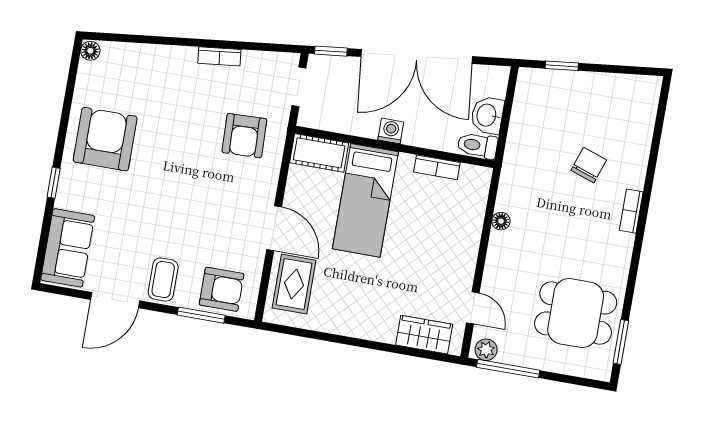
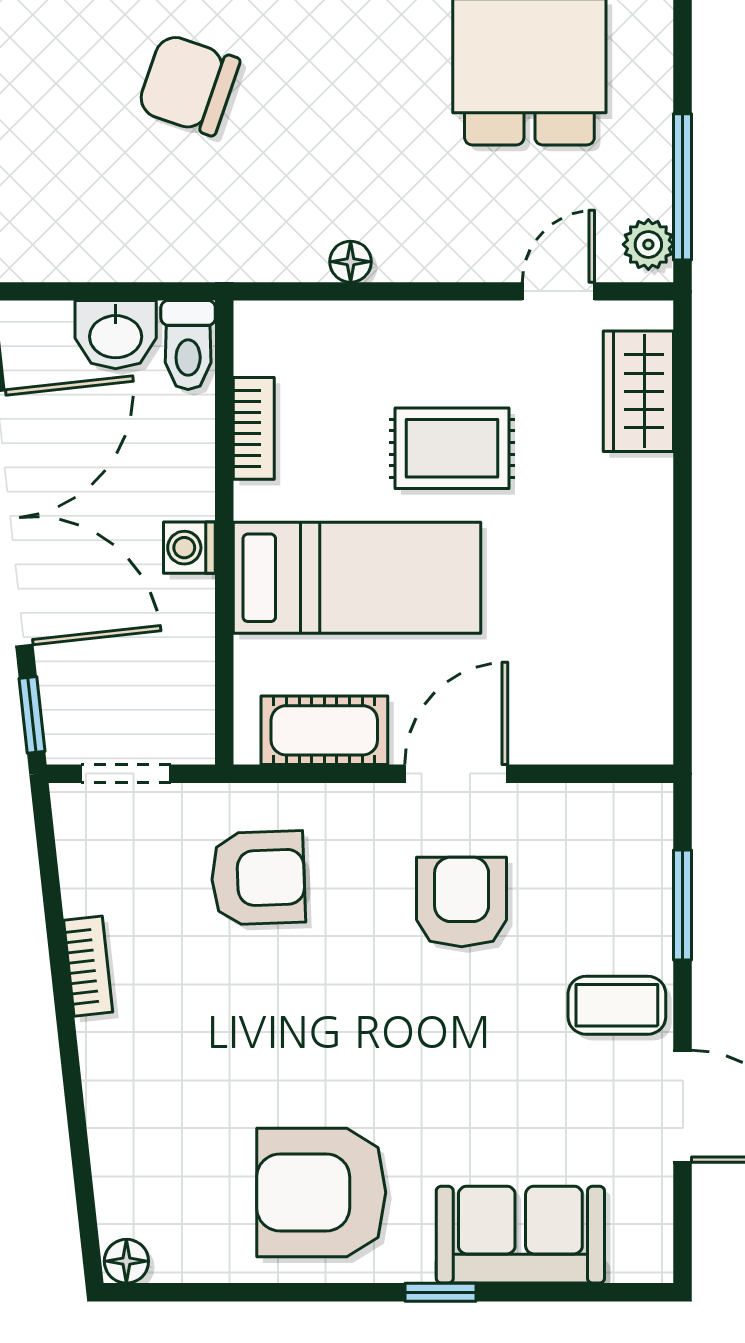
cot: (319, 153) -> (324, 730), moved, turned 90
chair: (589, 165) -> (189, 85), width x1.37, depth x1.37
sofa: (68, 248) -> (520, 1235), moved
rug: (294, 284) -> (452, 448), moved
armchair: (222, 289) -> (462, 902), moved

